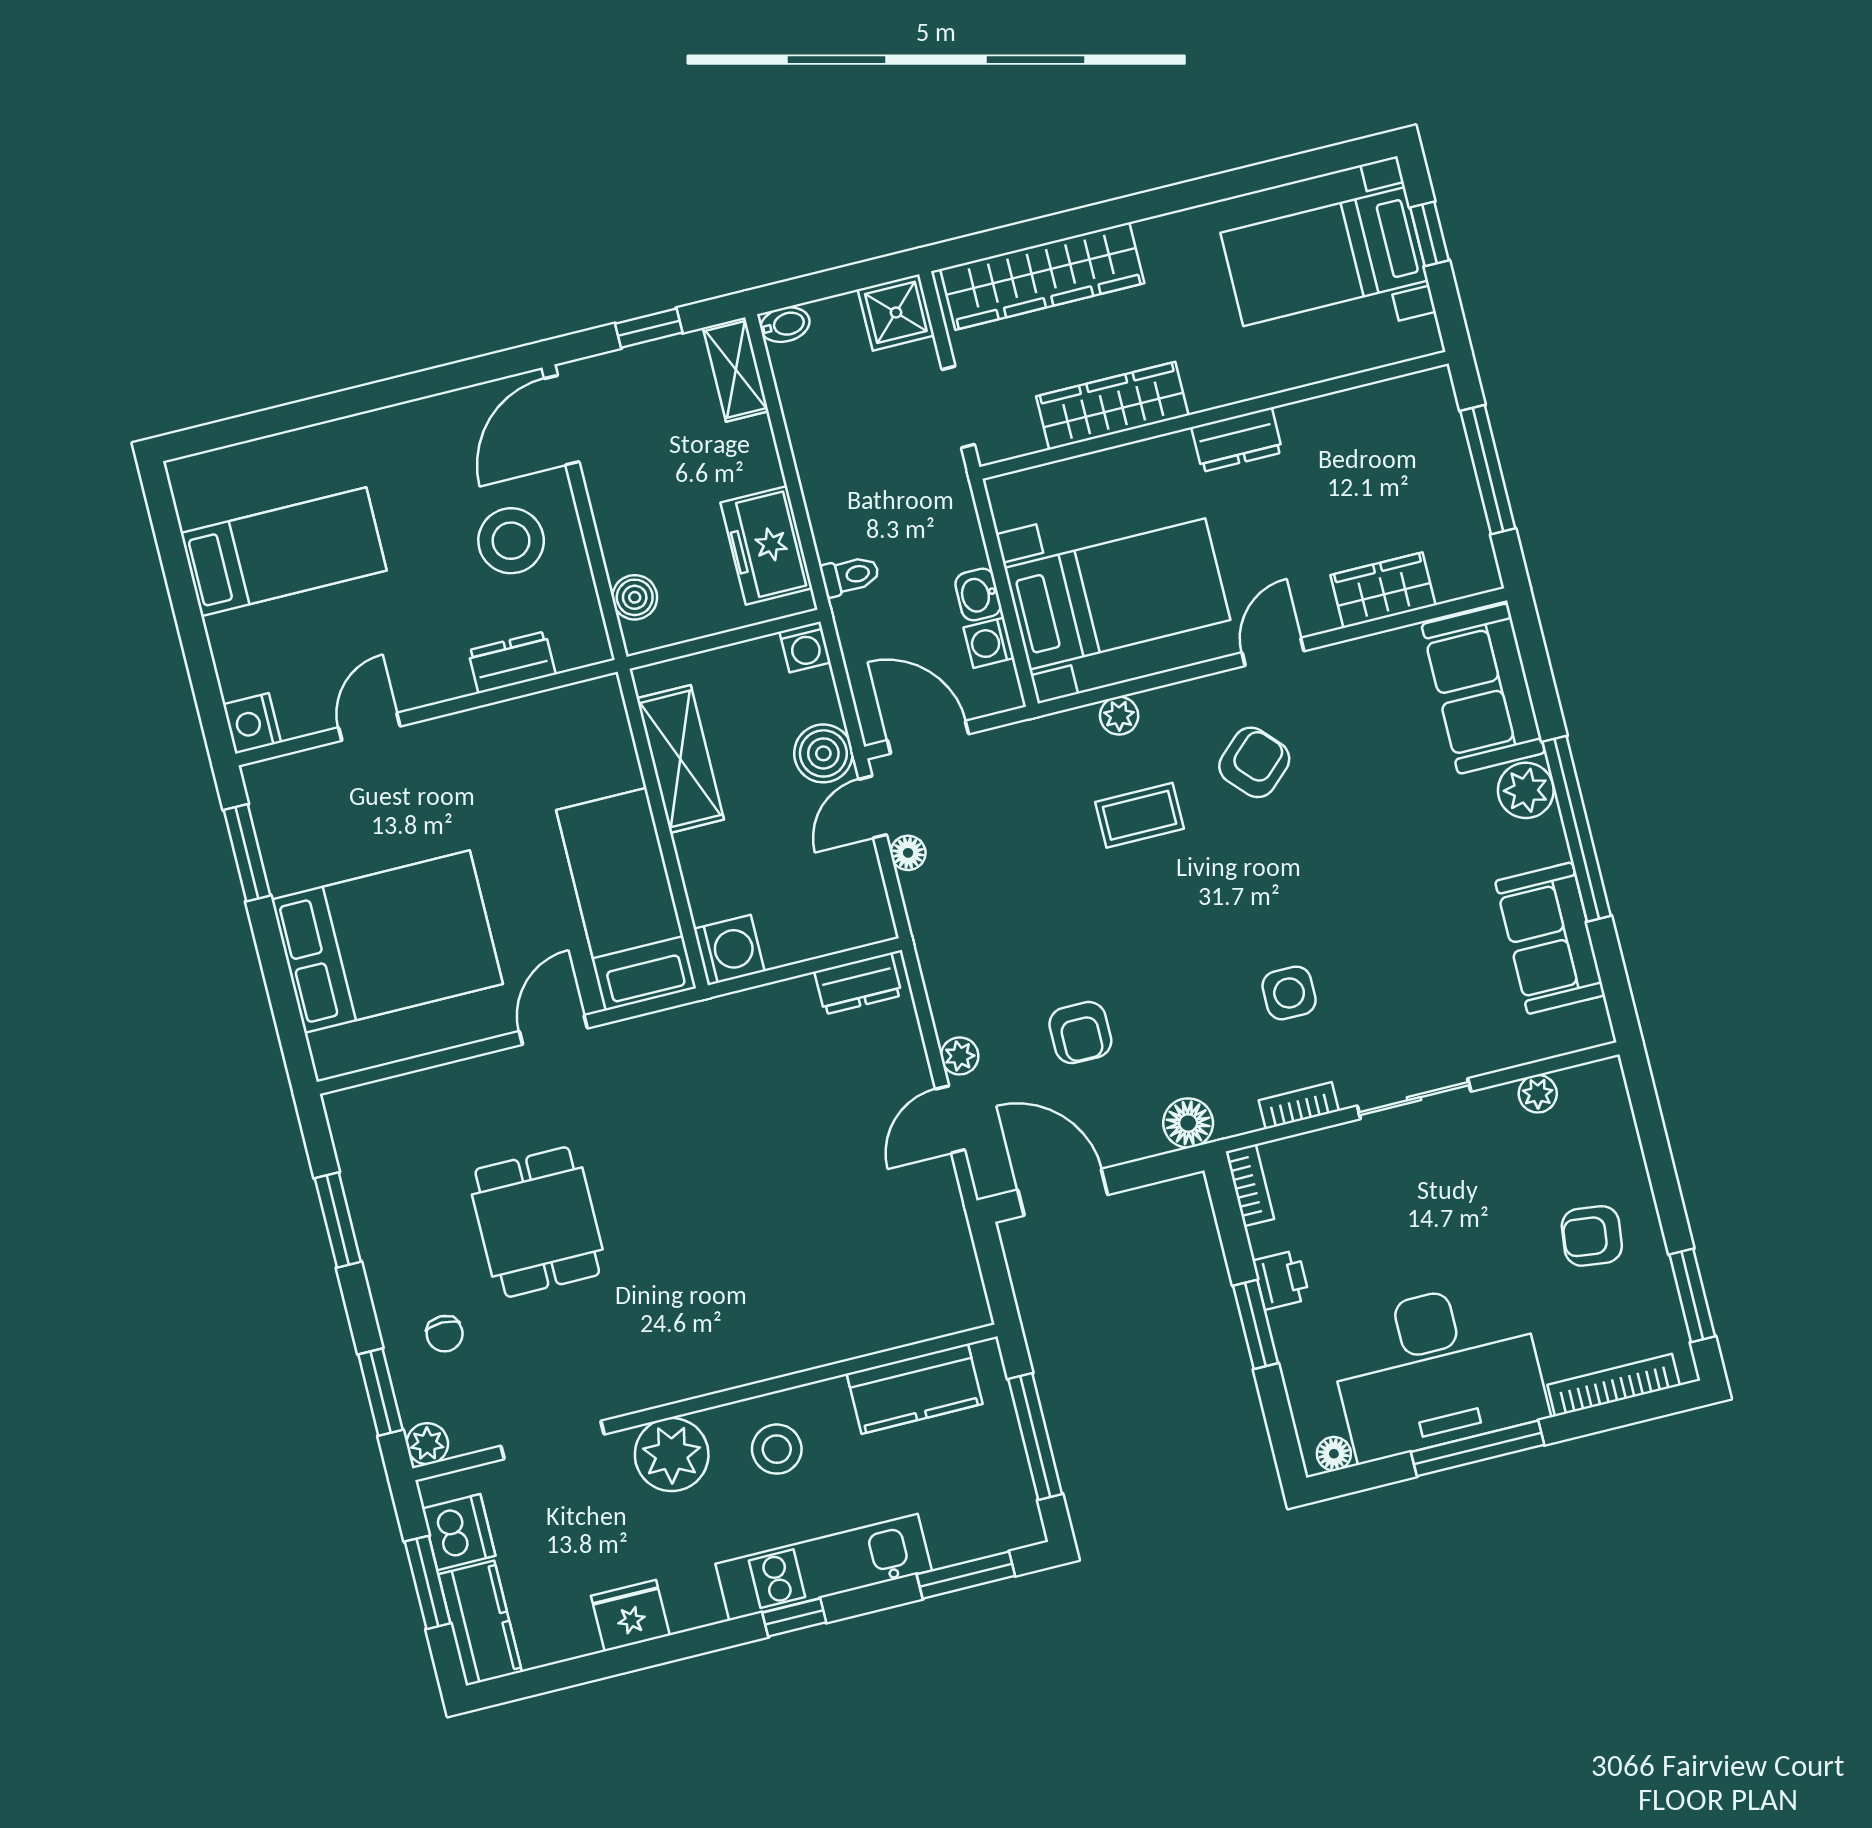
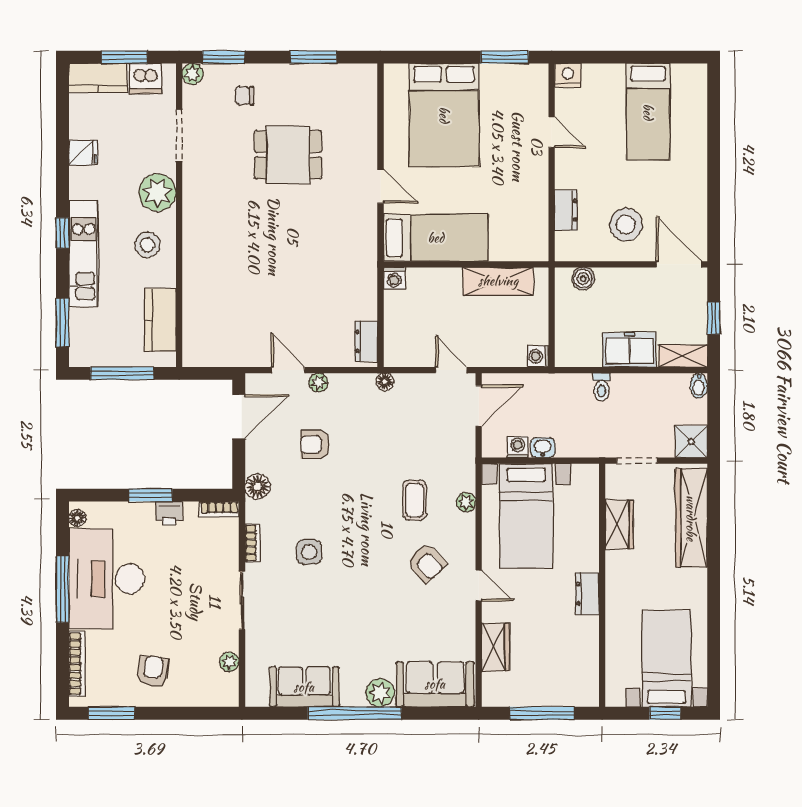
wardrobe: (1112, 406) -> (619, 524), width x0.67
freezer: (766, 545) -> (629, 350), moved
toilet: (850, 576) -> (602, 387), moved
boiler: (823, 753) -> (483, 352), removed
floor lamp: (908, 853) -> (385, 382), moved
washing machine: (729, 950) -> (394, 278), width x0.73, depth x0.73
fridge: (630, 1616) -> (83, 153), width x0.72

